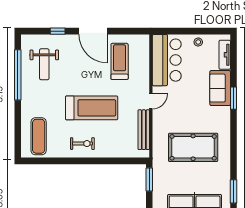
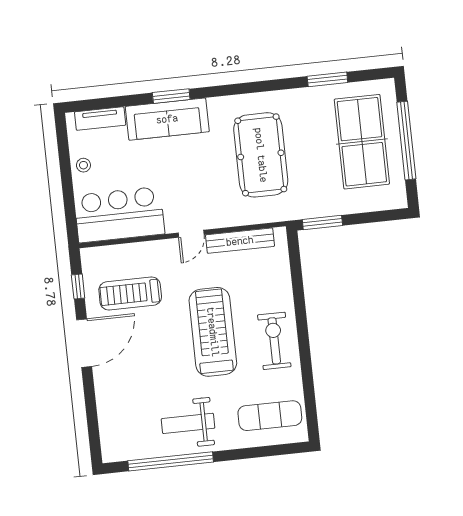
window: (58, 31) -> (78, 287), moved
weight bench: (44, 64) -> (188, 423), moved, turned 180
sofa: (220, 88) -> (167, 119), width x1.36
door: (151, 101) -> (191, 234), swing flipped
exercise bike: (82, 144) -> (274, 341), width x1.38, depth x1.39

